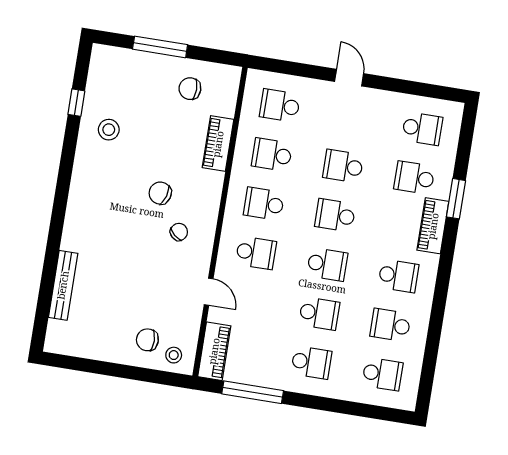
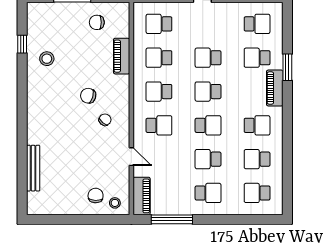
school desk: (319, 313) -> (208, 159), turned 180
chair: (147, 340) -> (96, 196), turned 92
school desk: (382, 374) -> (257, 193), turned 180

